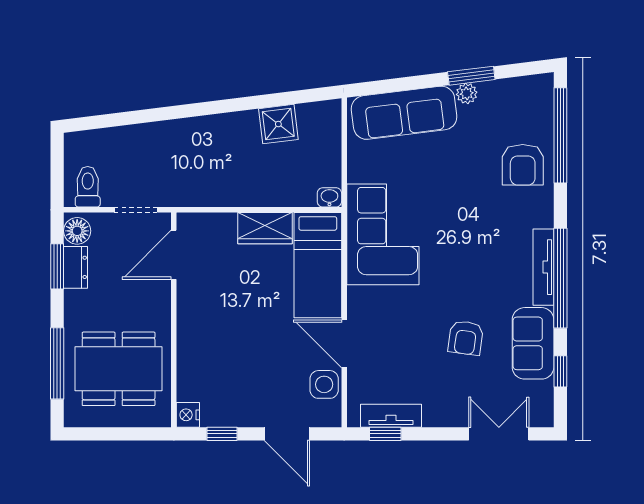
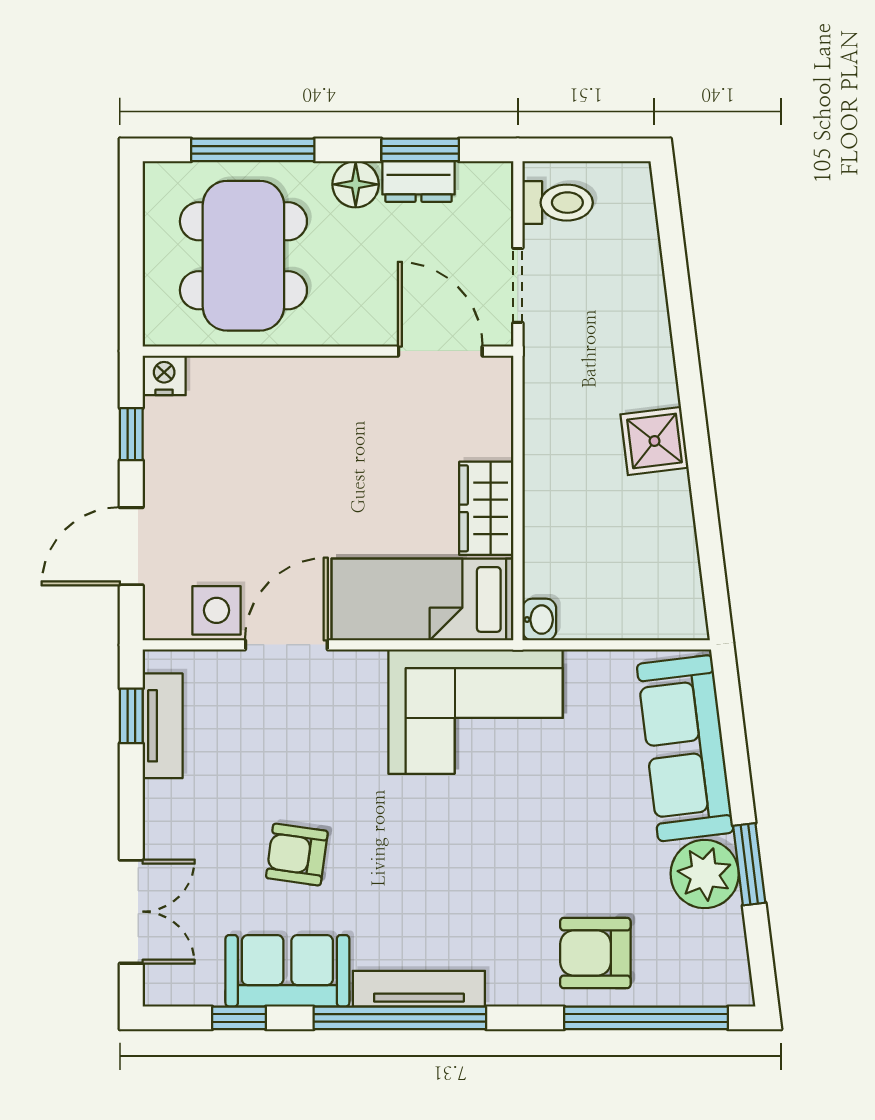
plant: (467, 93) -> (705, 874), width x1.88, depth x1.88
shower: (278, 124) -> (655, 441), moved
floor lamp: (77, 231) -> (356, 184), moved

